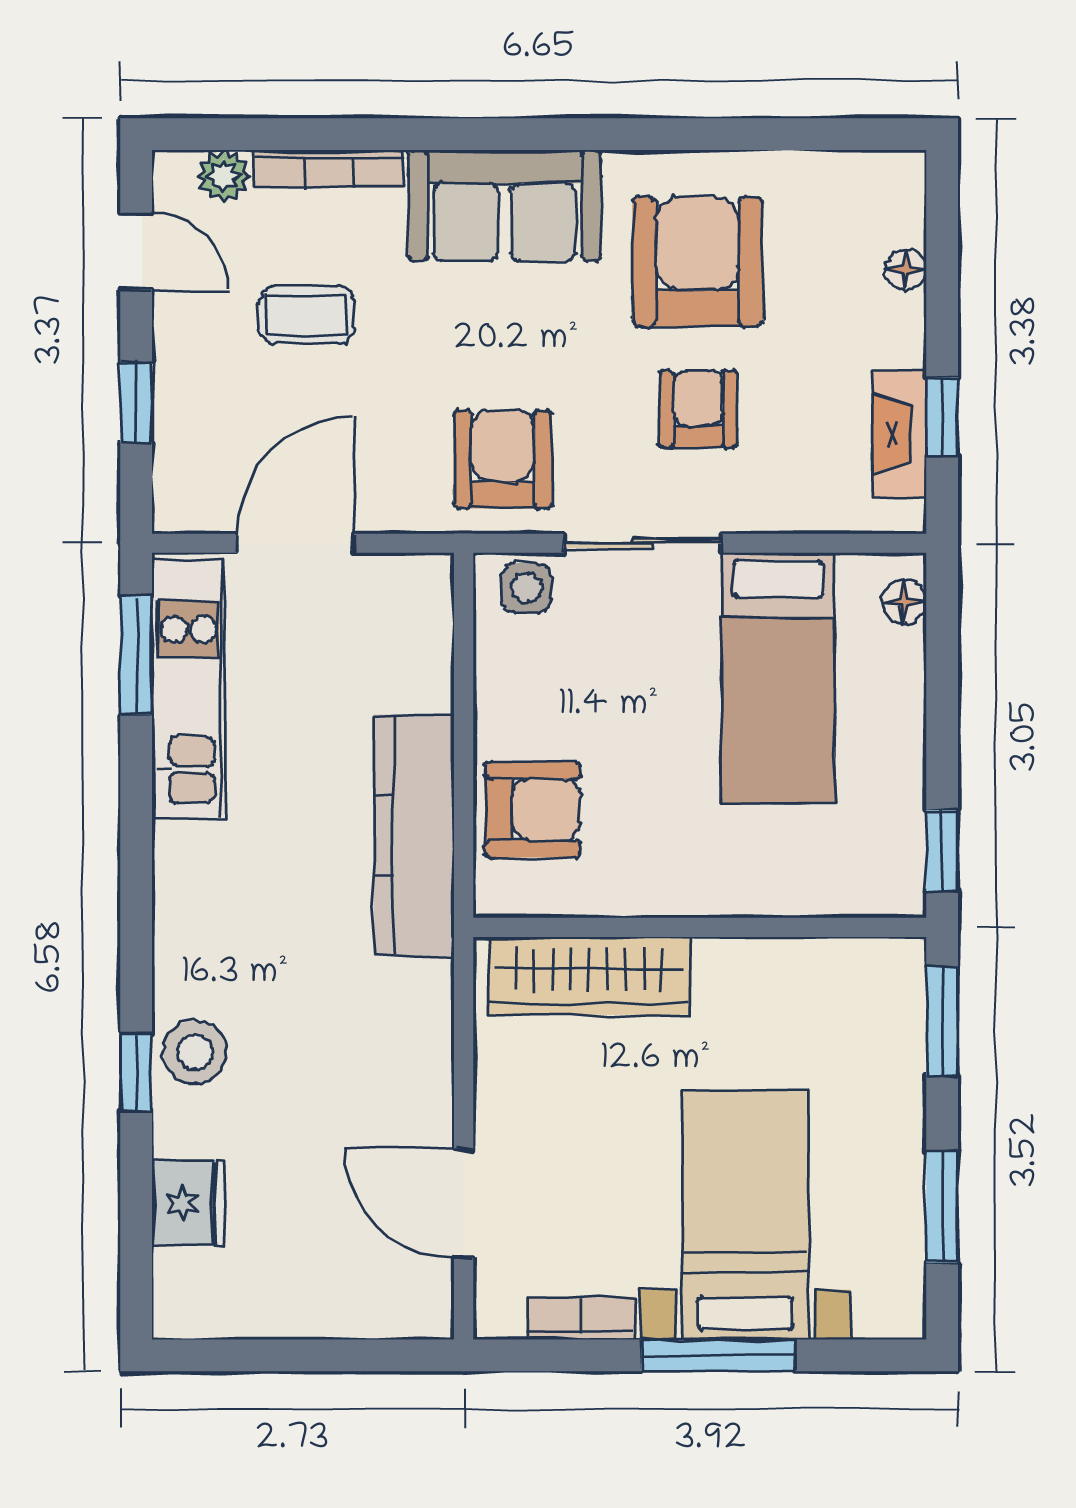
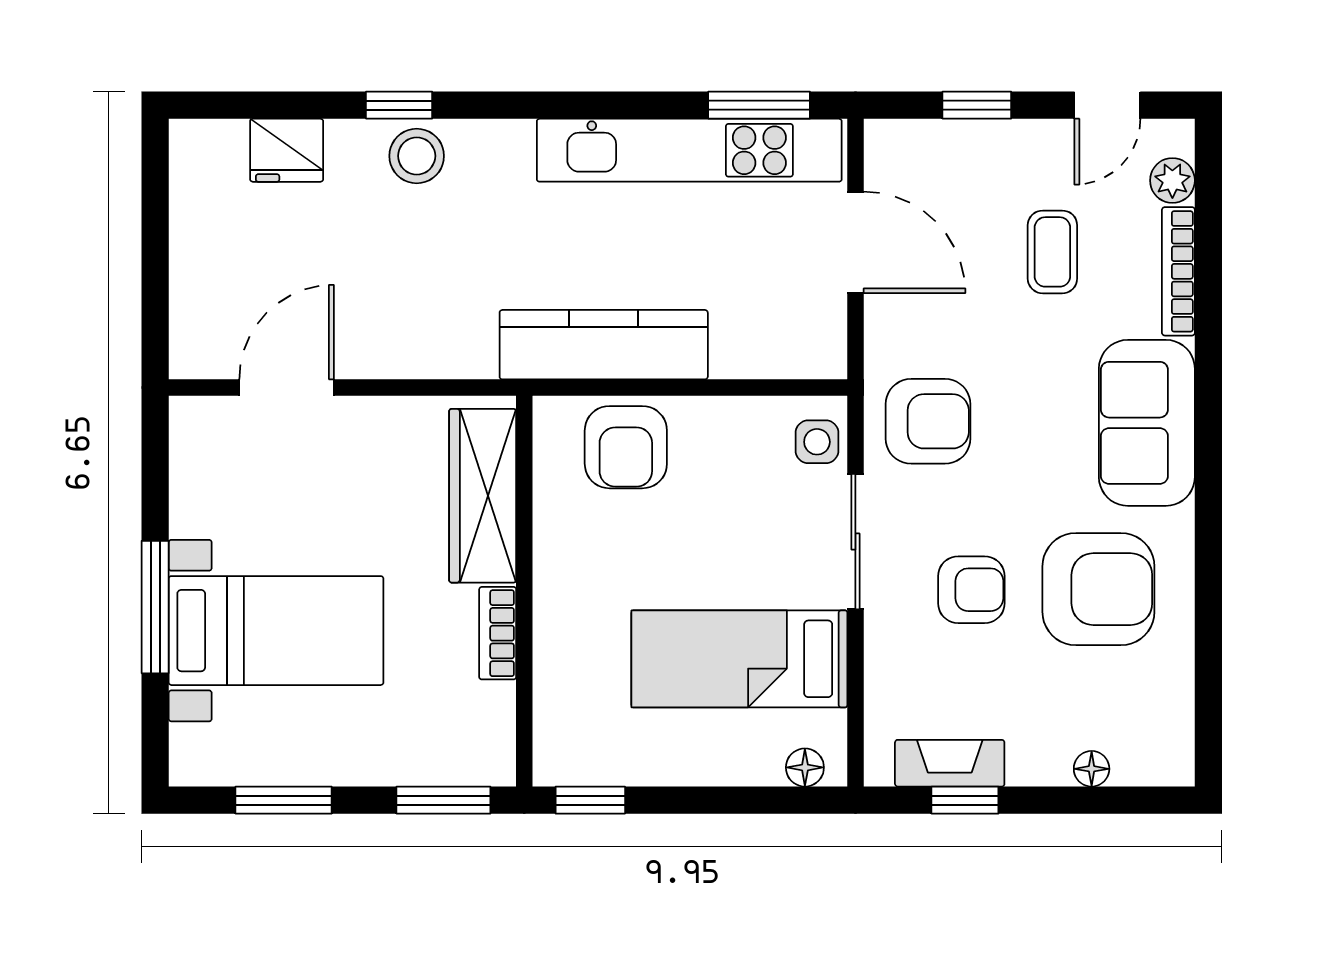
kitchen unit: (188, 689) -> (689, 150), width x1.36
bookcase: (581, 1318) -> (498, 633), moved, turned 180

